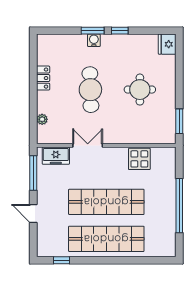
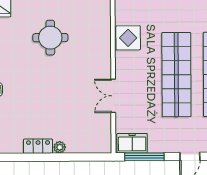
cafe table: (90, 90) -> (51, 93), removed
plant: (42, 119) -> (60, 147), moved
freezer: (56, 156) -> (132, 143), moved, turned -90

